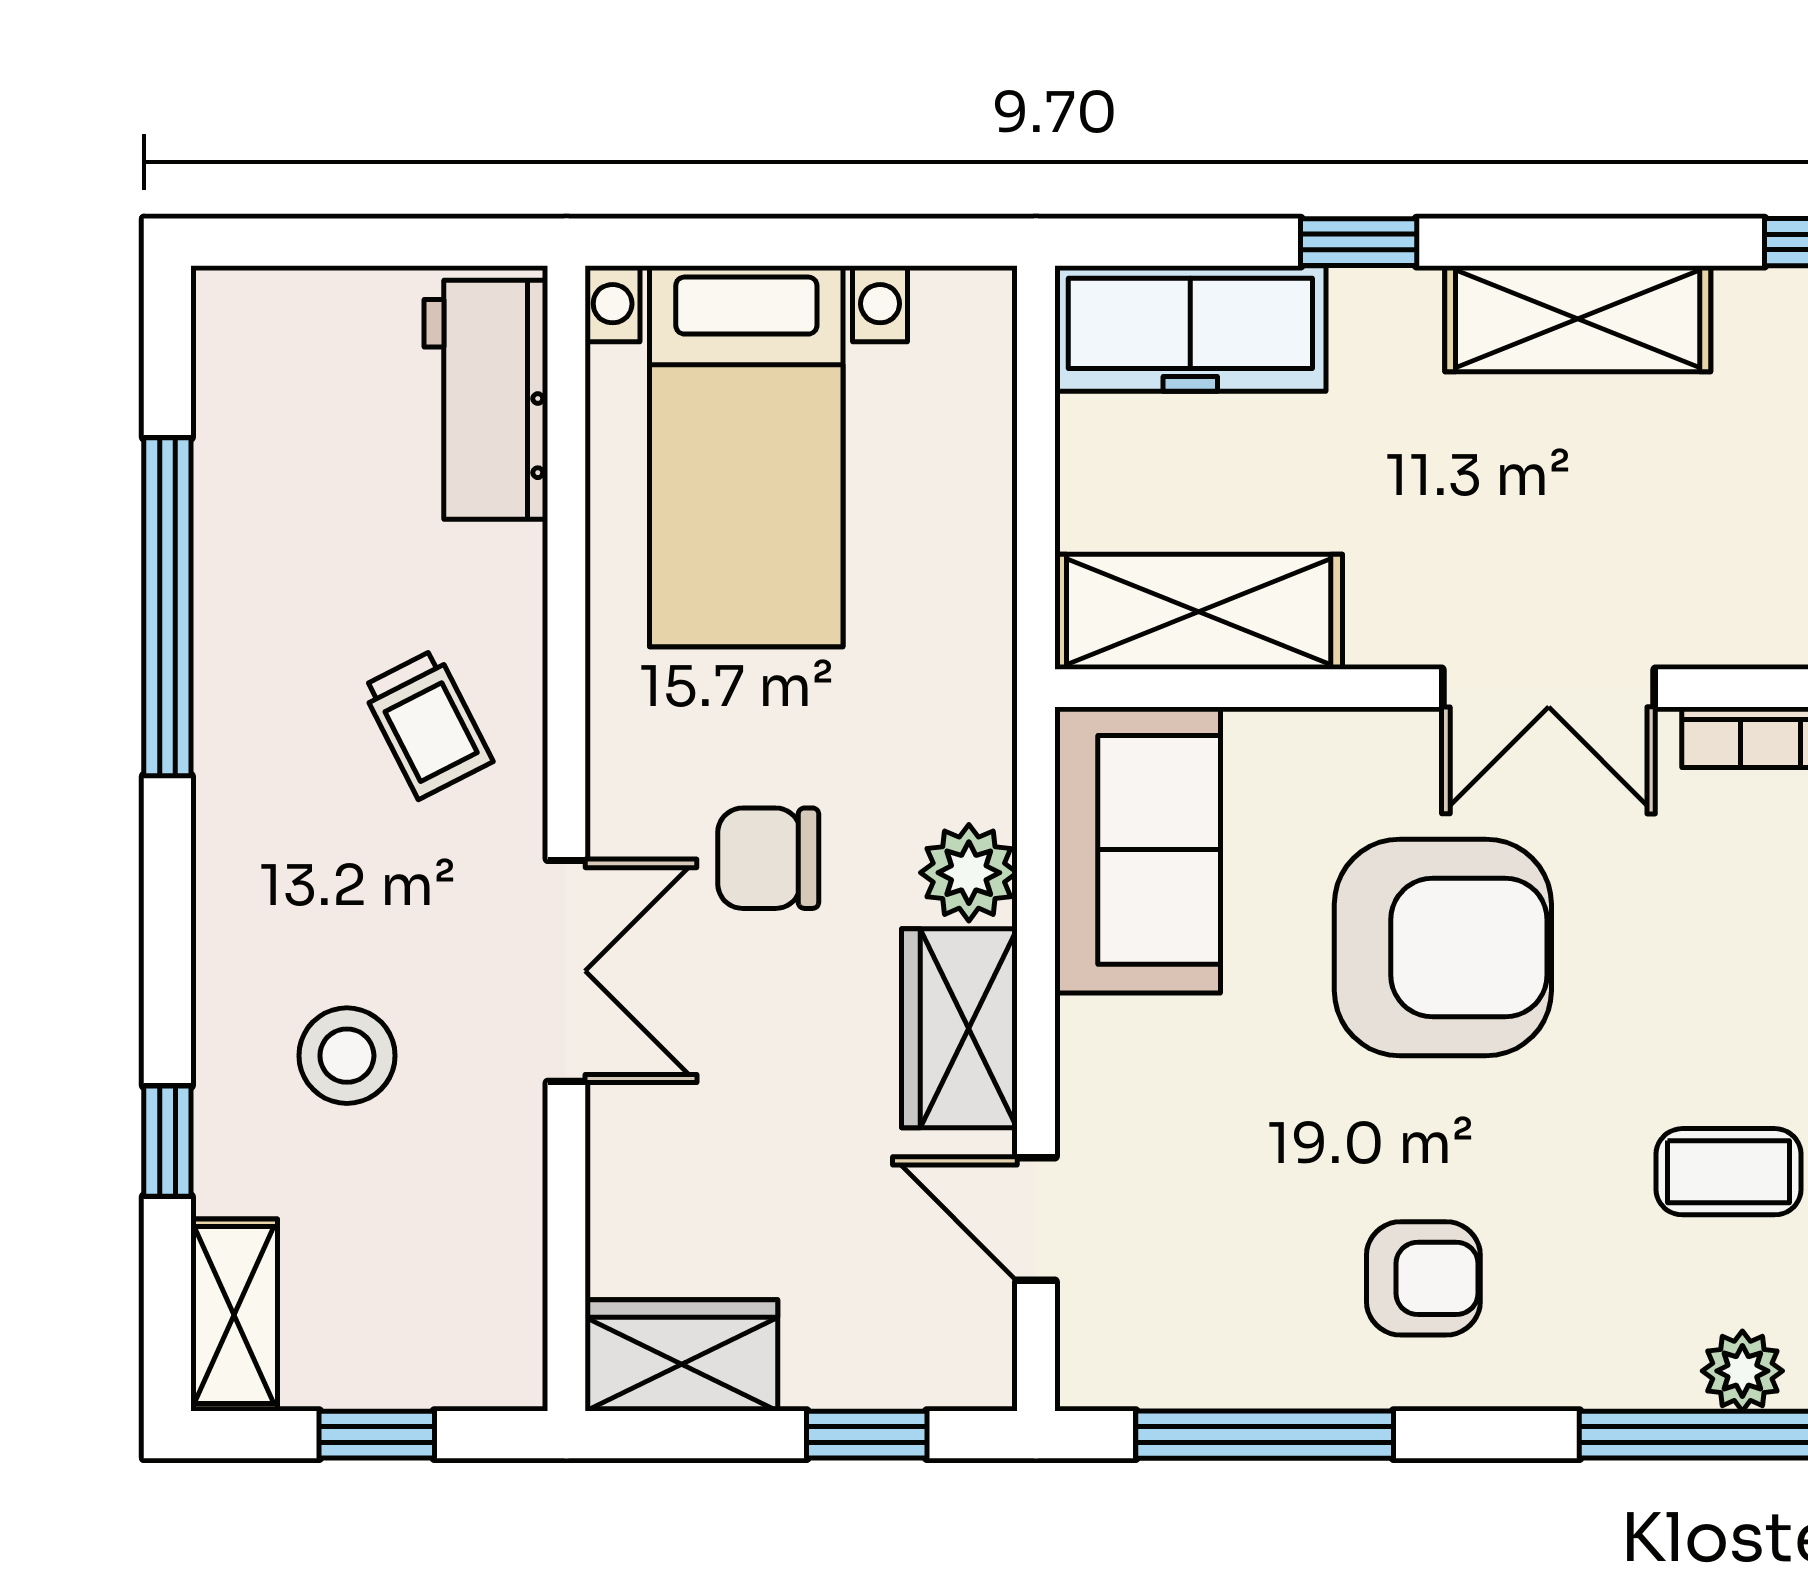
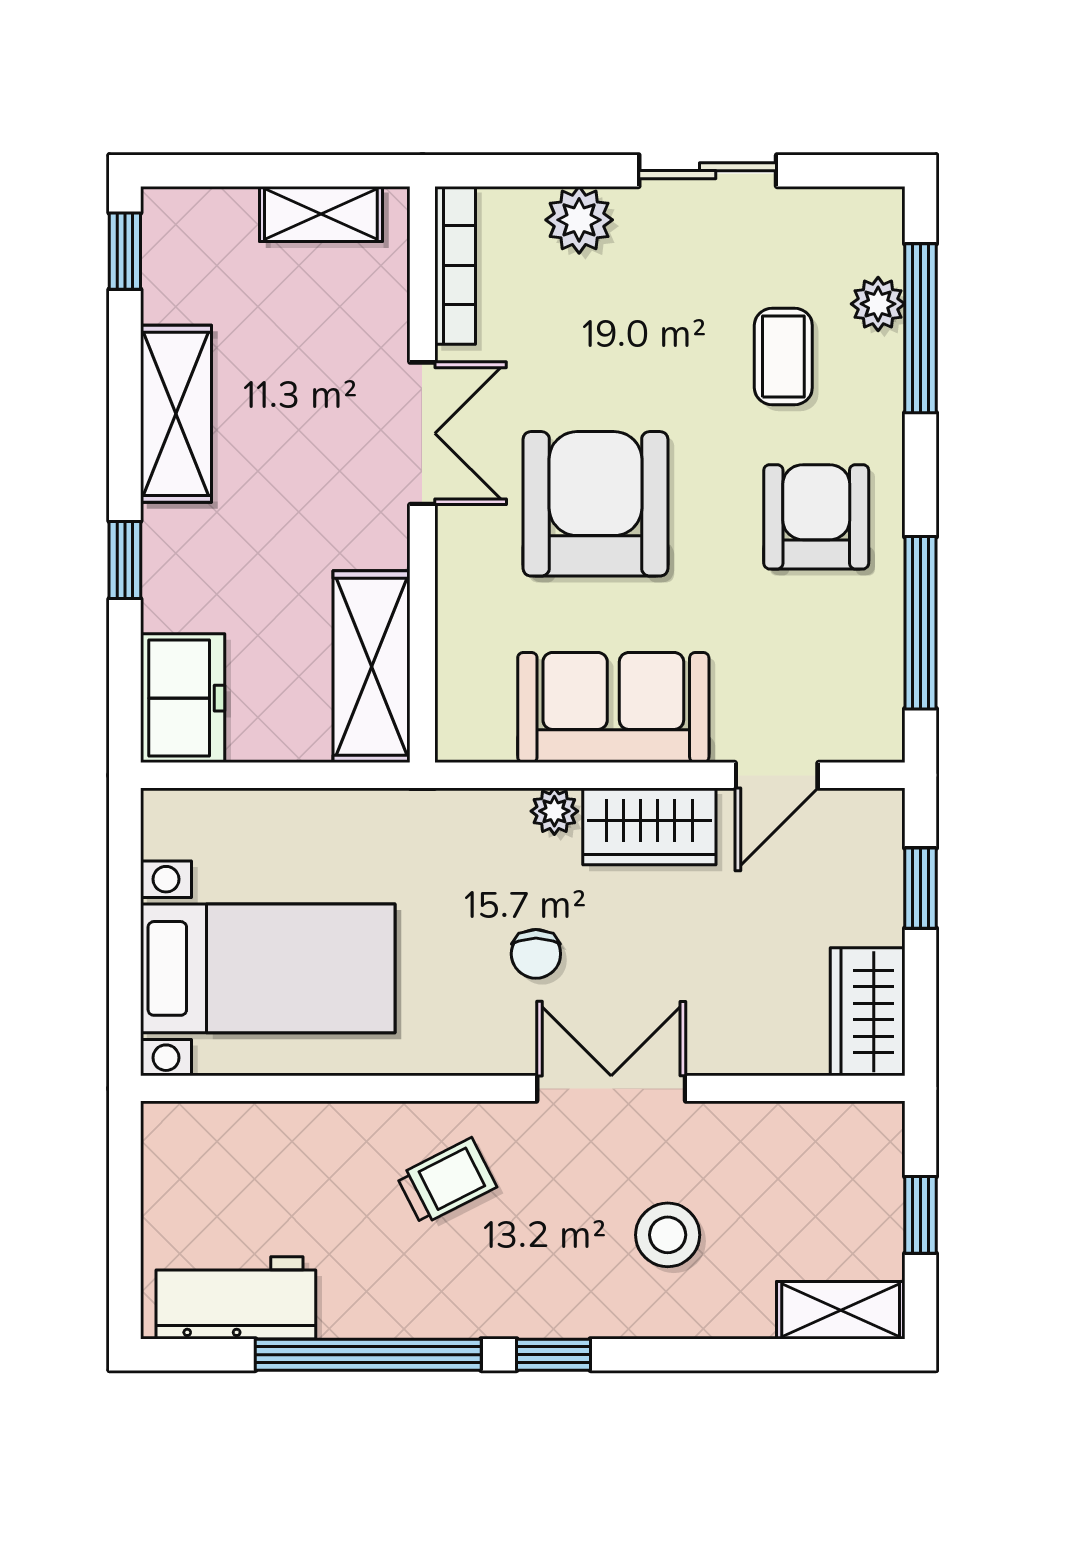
freezer: (1190, 328) -> (183, 698), width x0.71
workbench: (486, 400) -> (236, 1298), moved, turned 180
sofa: (1138, 850) -> (613, 707), moved
chair: (768, 858) -> (536, 954), width x0.73, depth x0.73
plant: (969, 873) -> (554, 811), width x0.73, depth x0.73
window: (167, 1141) -> (554, 1355), moved
coffee table: (1729, 1172) -> (783, 356), moved
armchair: (1423, 1278) -> (816, 517), width x1.38, depth x1.38

